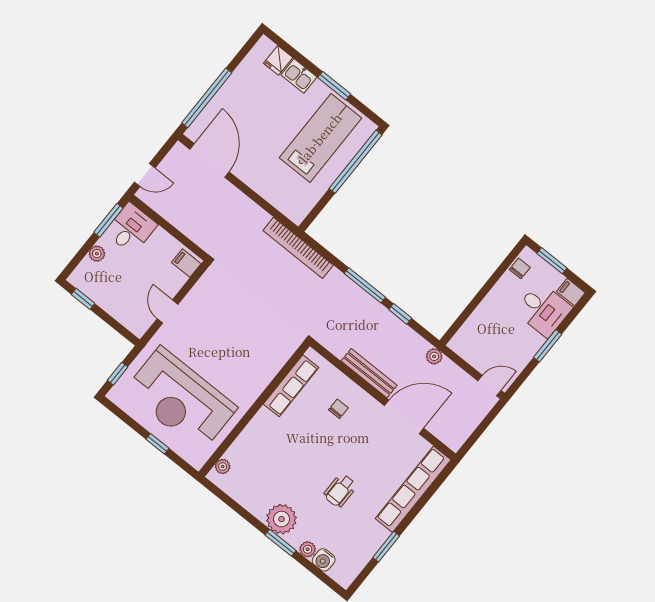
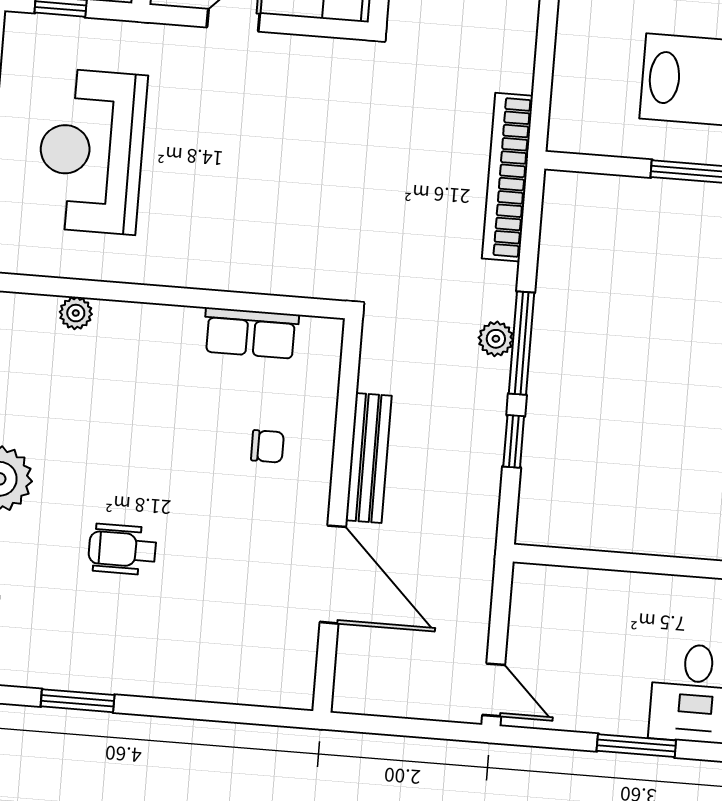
plant: (434, 356) -> (496, 339), moved
row of seats: (291, 386) -> (251, 333), width x0.68
reception desk: (181, 399) -> (91, 151), width x0.74, depth x0.77
plant: (223, 467) -> (76, 313), moved
row of seats: (413, 489) -> (214, 679), removed

